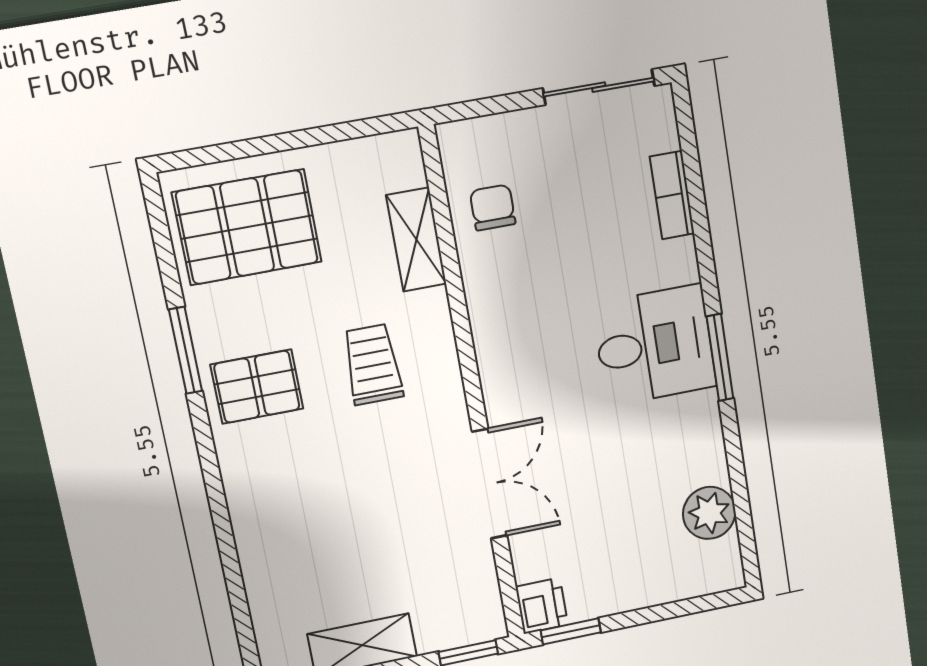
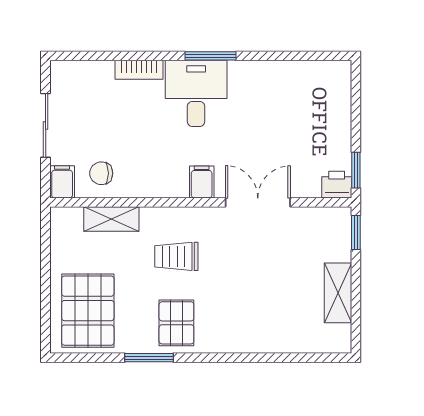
sliding door: (599, 87) -> (46, 125), moved
filing cabinet: (466, 141) -> (62, 182), added
bookcase: (672, 195) -> (139, 70), moved
filing cabinet: (508, 383) -> (202, 182), added
plant: (709, 513) -> (301, 76), removed

